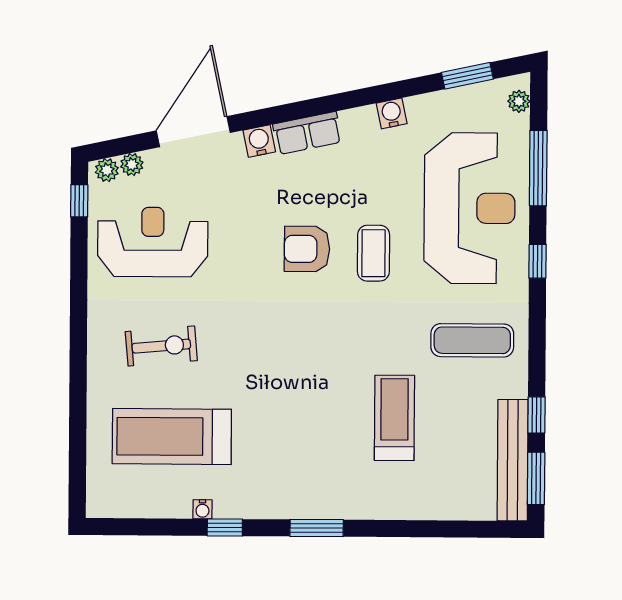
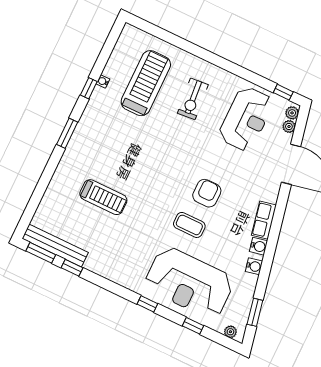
water cooler: (259, 141) -> (259, 246), moved
window: (538, 168) -> (193, 326), width x0.46
exercise mat: (472, 340) -> (124, 253), removed

